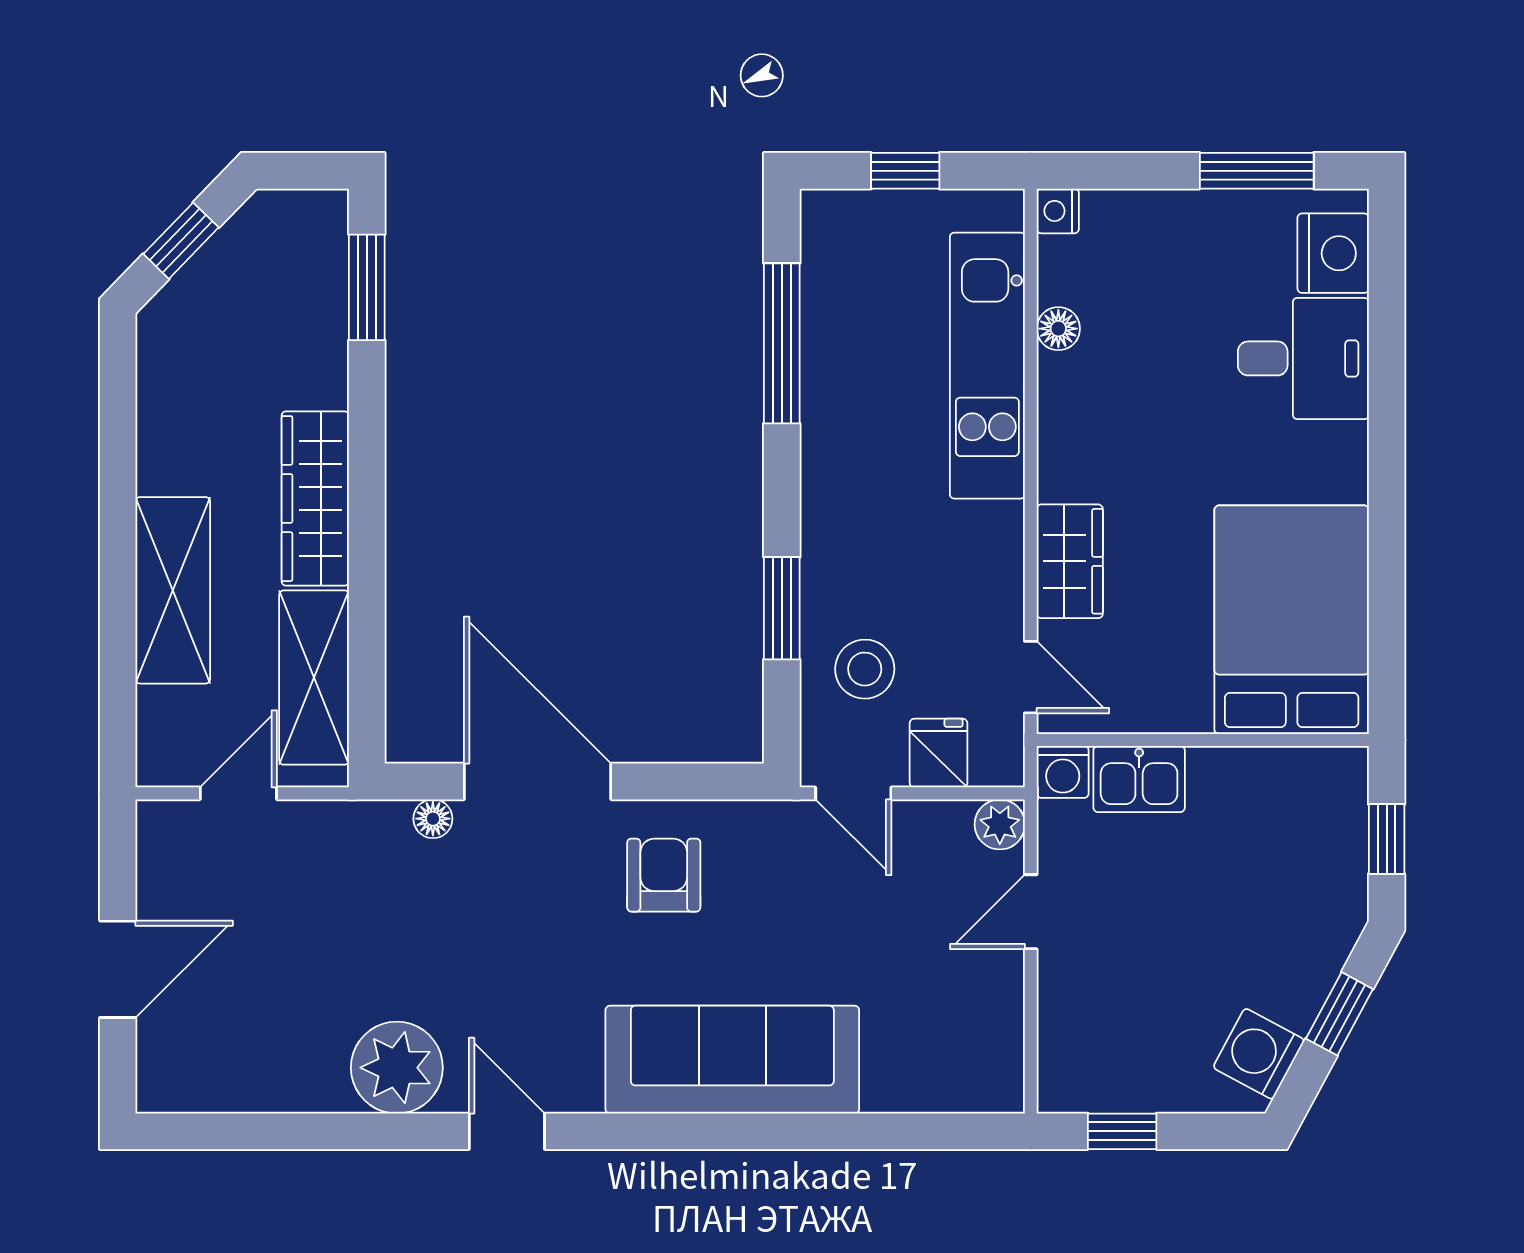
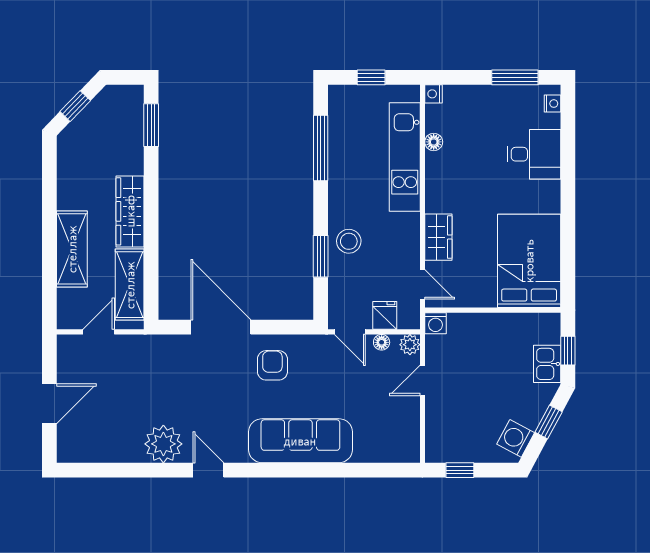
nightstand: (1333, 253) -> (552, 104), width x0.53, depth x0.56
stool: (865, 669) -> (349, 241), moved
kitchen sink: (1139, 779) -> (547, 364), moved, turned 90
floor lamp: (433, 819) -> (382, 342), moved

